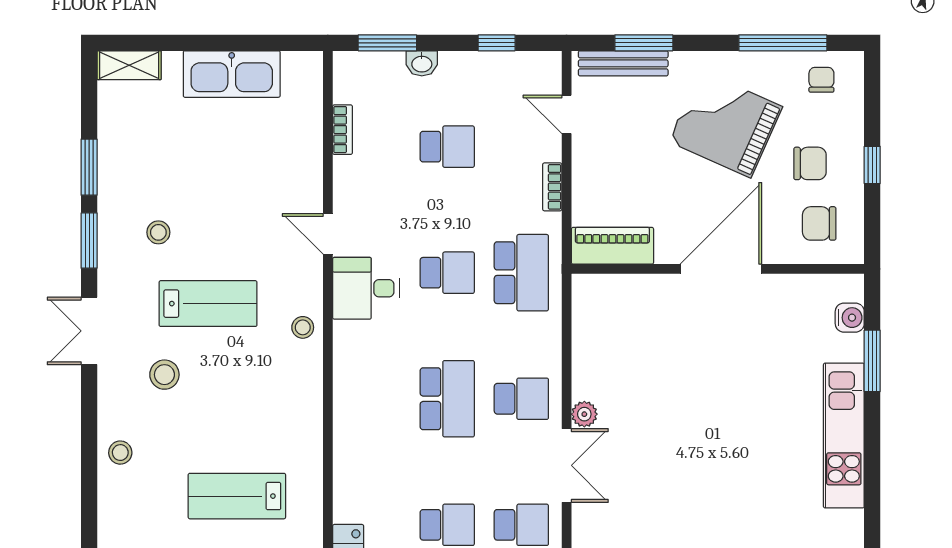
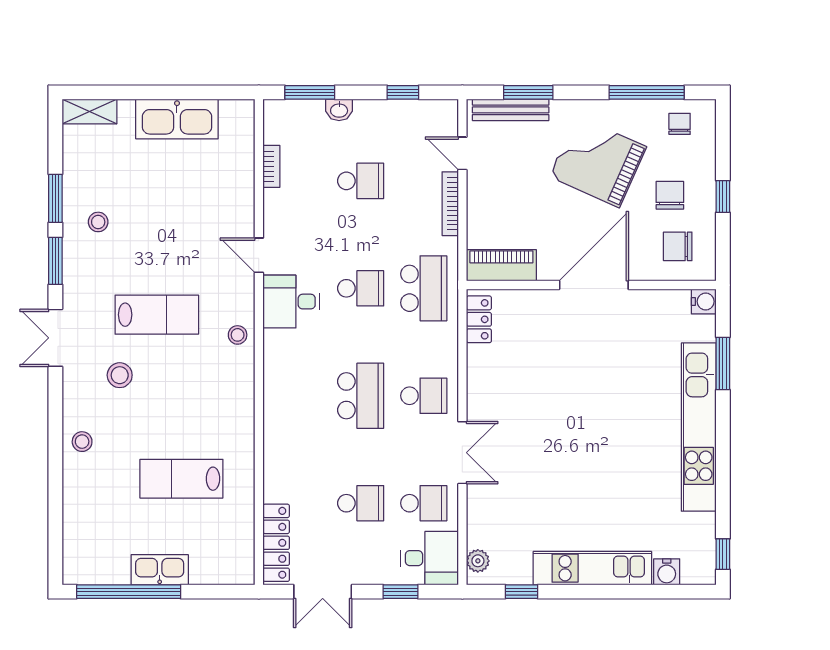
chair: (810, 163) -> (670, 195), turned -90
bookcase: (552, 187) -> (450, 204), width x1.56
stool: (158, 232) -> (98, 222), moved
locker: (586, 309) -> (479, 319), added
water cooler: (850, 318) -> (704, 301), moved
plant: (584, 414) -> (478, 409), removed
kitchen unit: (844, 436) -> (699, 427), width x1.36

